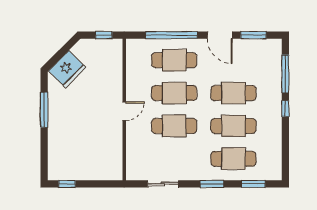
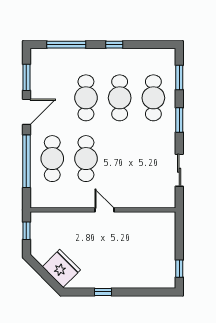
window: (285, 109) -> (114, 45), moved
window: (44, 110) -> (103, 292), width x0.46
cafe table: (174, 126) -> (120, 159), removed

